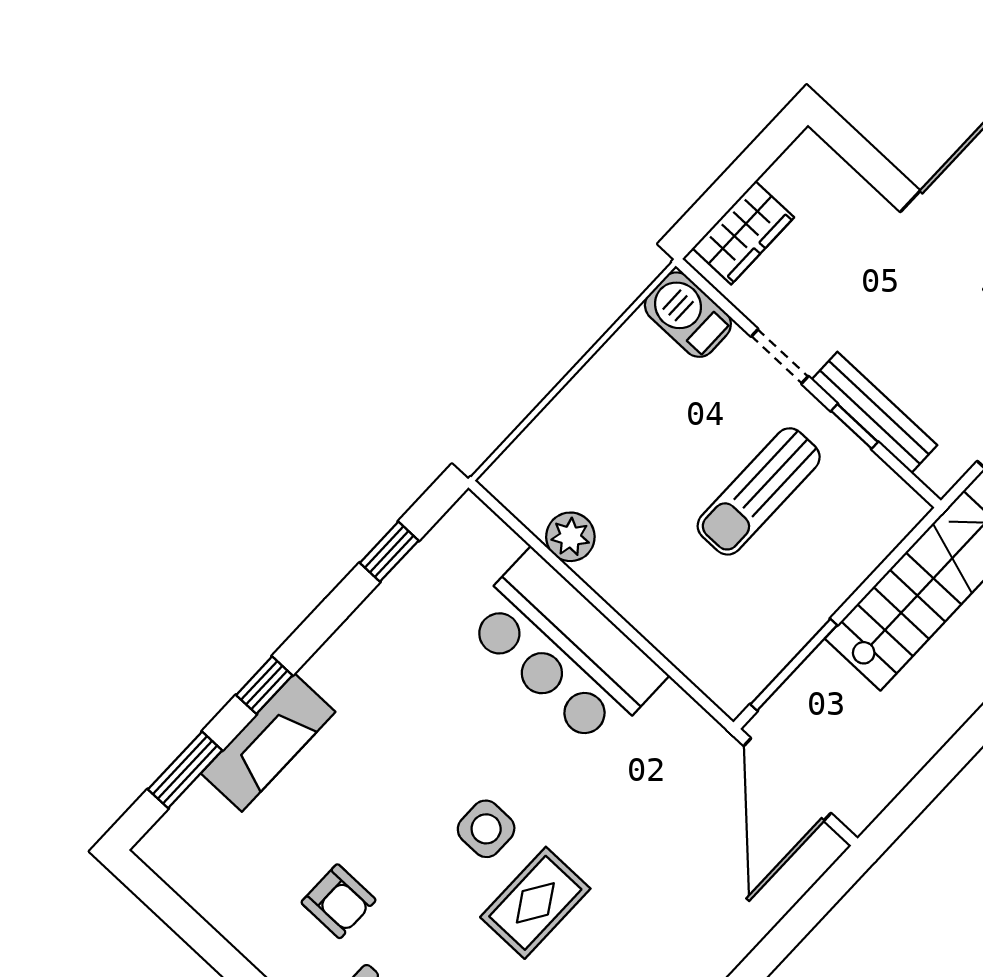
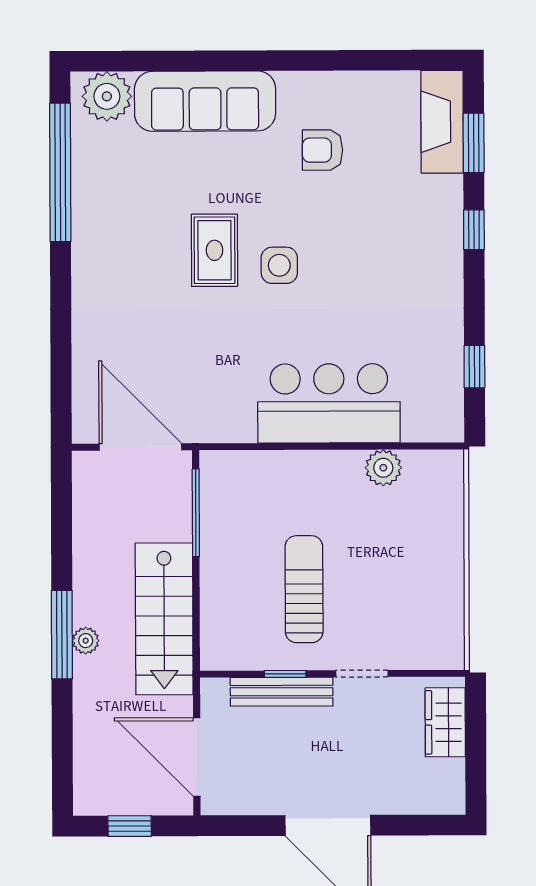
barbecue: (688, 315) -> (433, 649), removed
fireplace: (268, 743) -> (442, 122), moved

